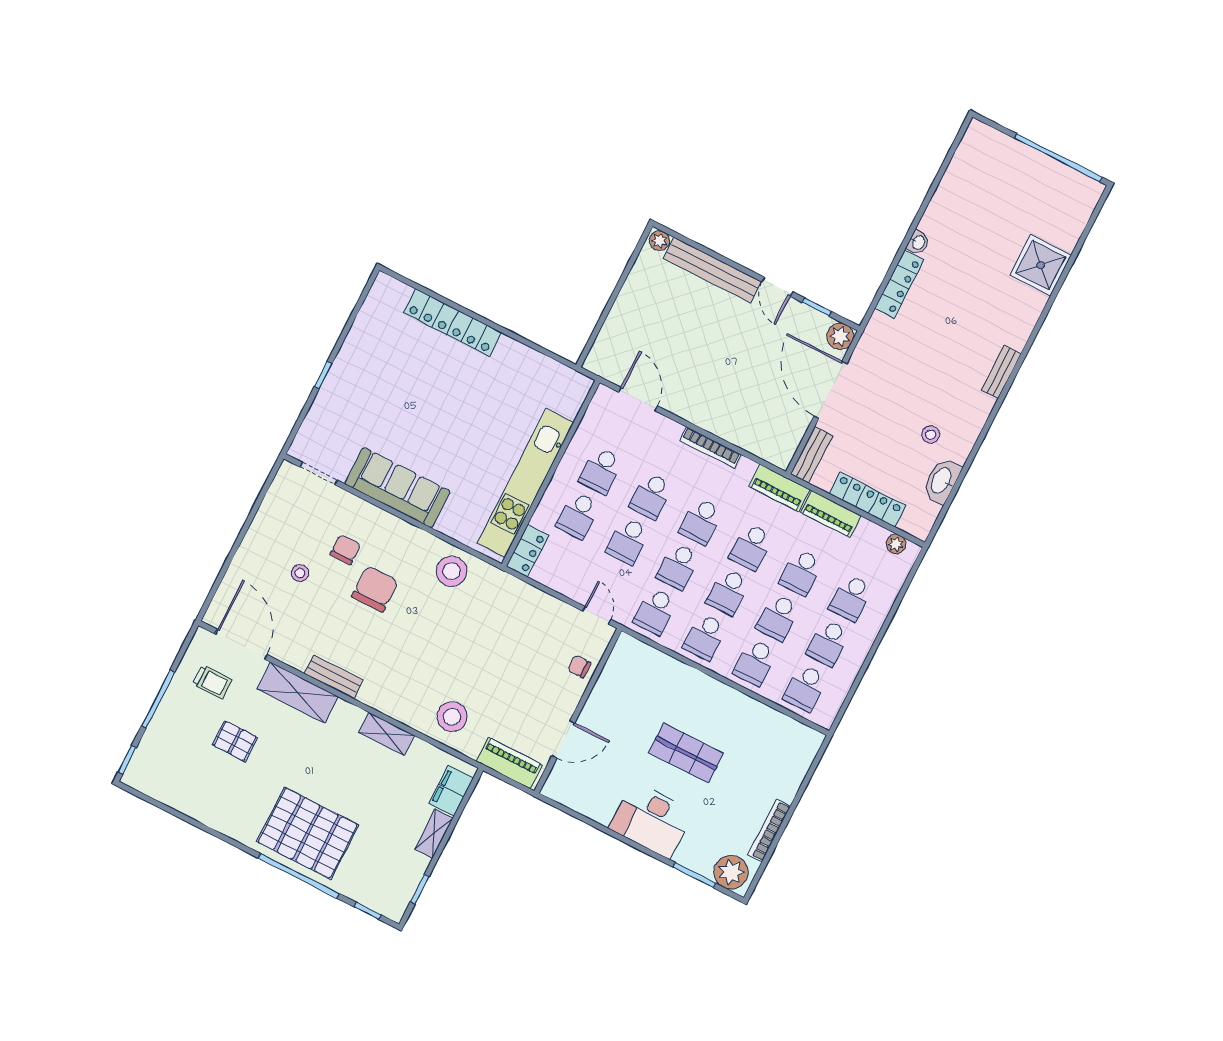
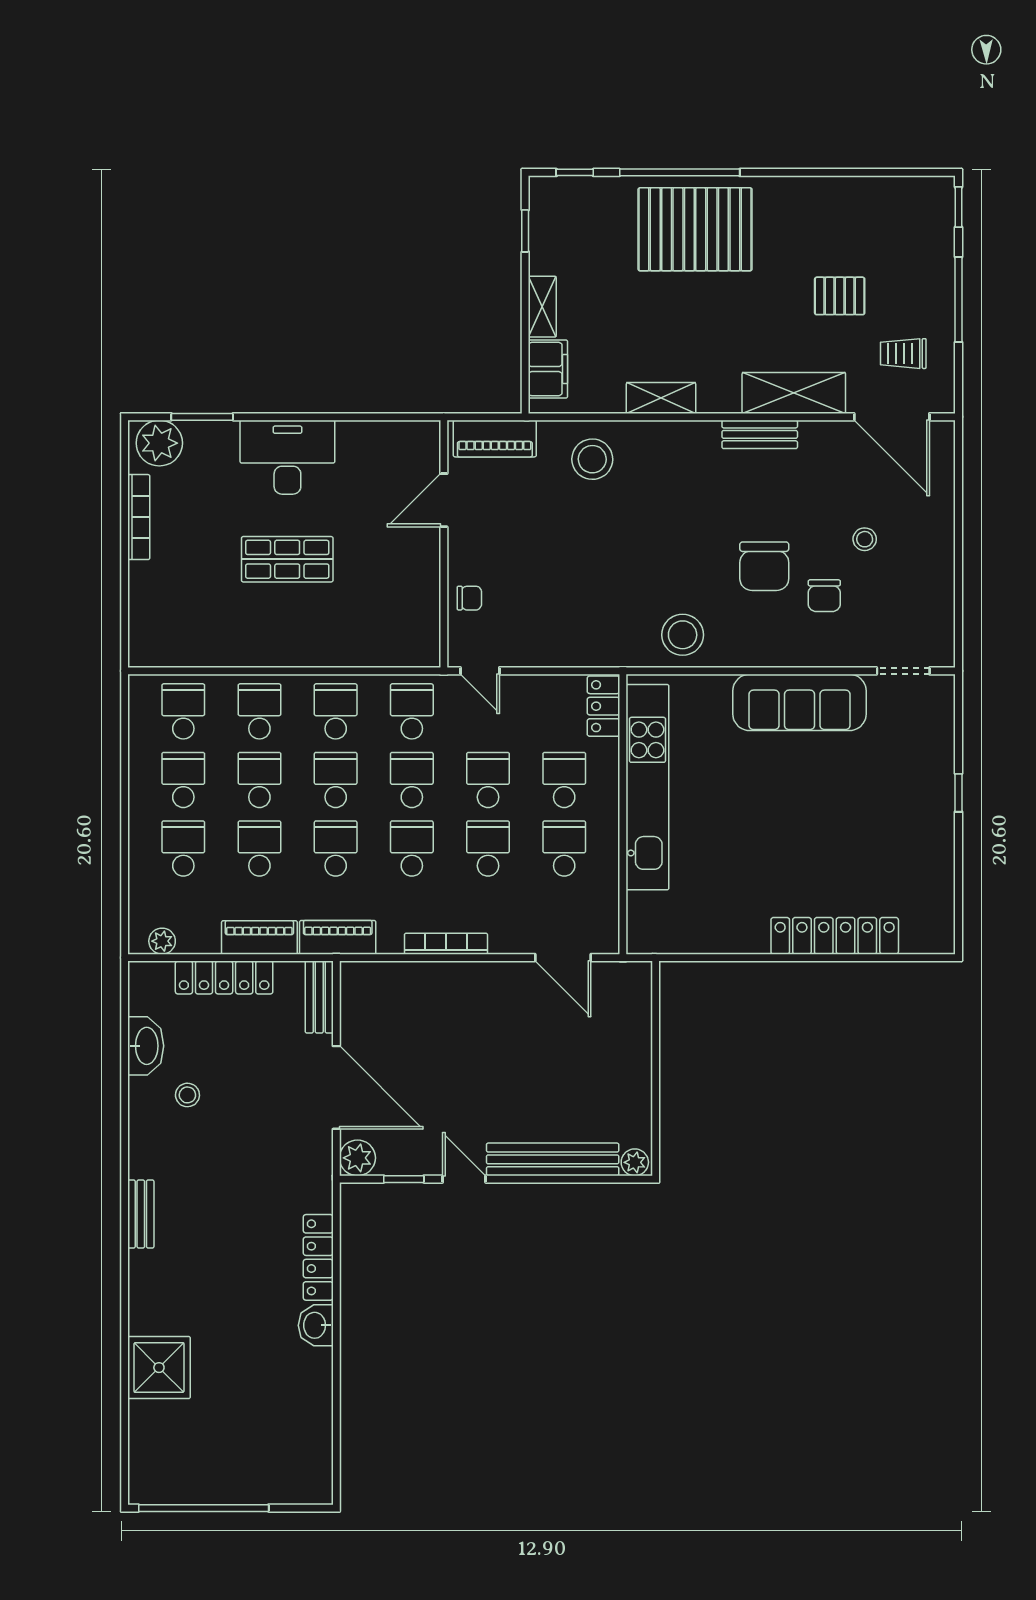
washbasin: (918, 242) -> (316, 1325), width x1.38, depth x1.45

